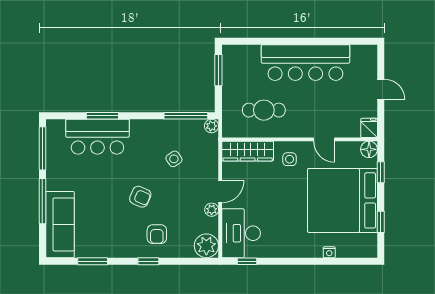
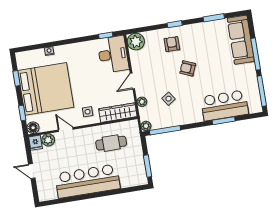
plant: (351, 129) -> (48, 140), added
plant: (212, 210) -> (142, 102), moved

